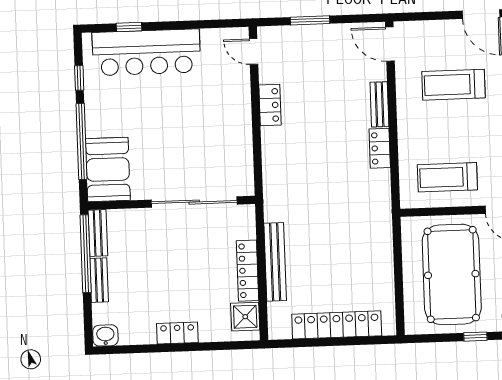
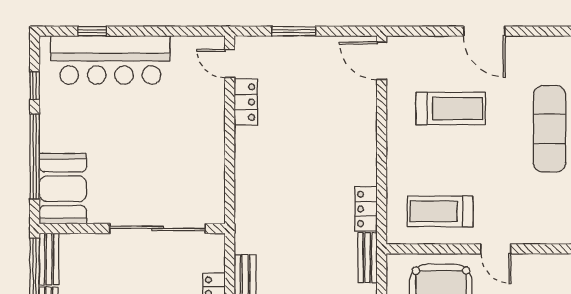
treadmill: (453, 85) -> (451, 109), turned 180
bench: (379, 104) -> (368, 258), moved
locker: (270, 105) -> (246, 102), moved
locker: (380, 148) -> (366, 209), moved

